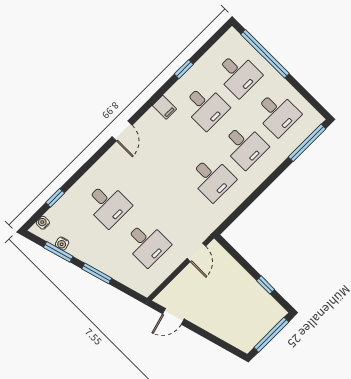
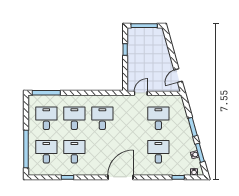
filing cabinet: (164, 107) -> (92, 169), removed
door: (122, 131) -> (121, 177), width x1.88
door: (173, 316) -> (178, 76), swing flipped

